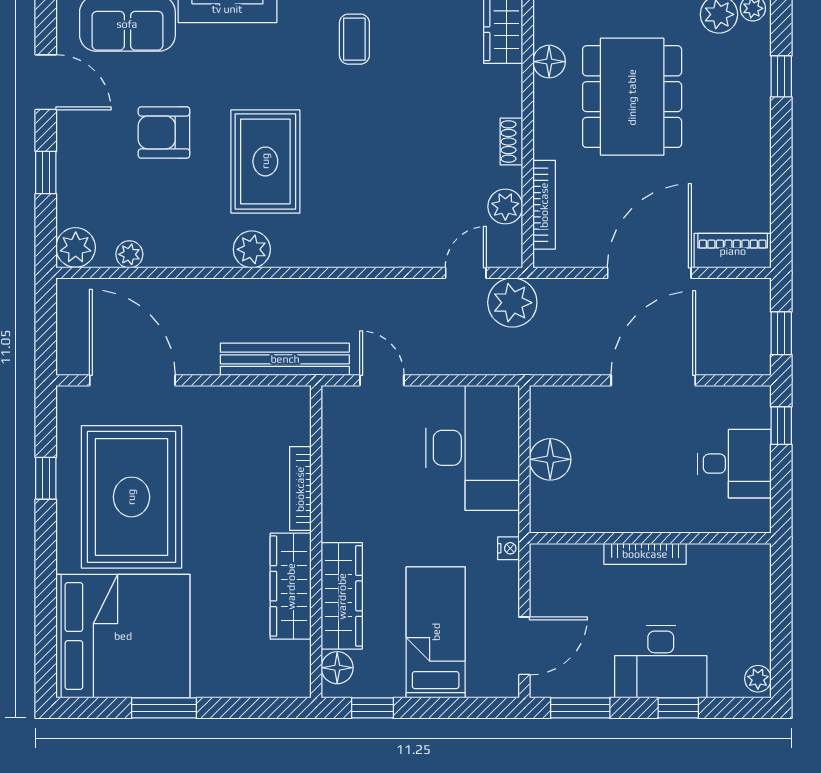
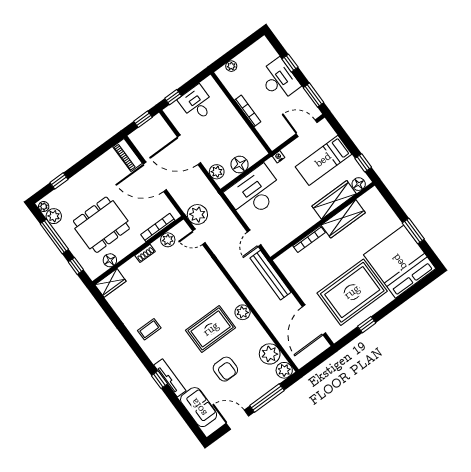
door: (46, 82) -> (237, 420), hinge flipped
window: (46, 173) -> (267, 398), width x2.17
plant: (129, 254) -> (270, 354), width x1.87, depth x1.87
plant: (569, 403) -> (217, 172), added
plant: (758, 679) -> (231, 66), moved

